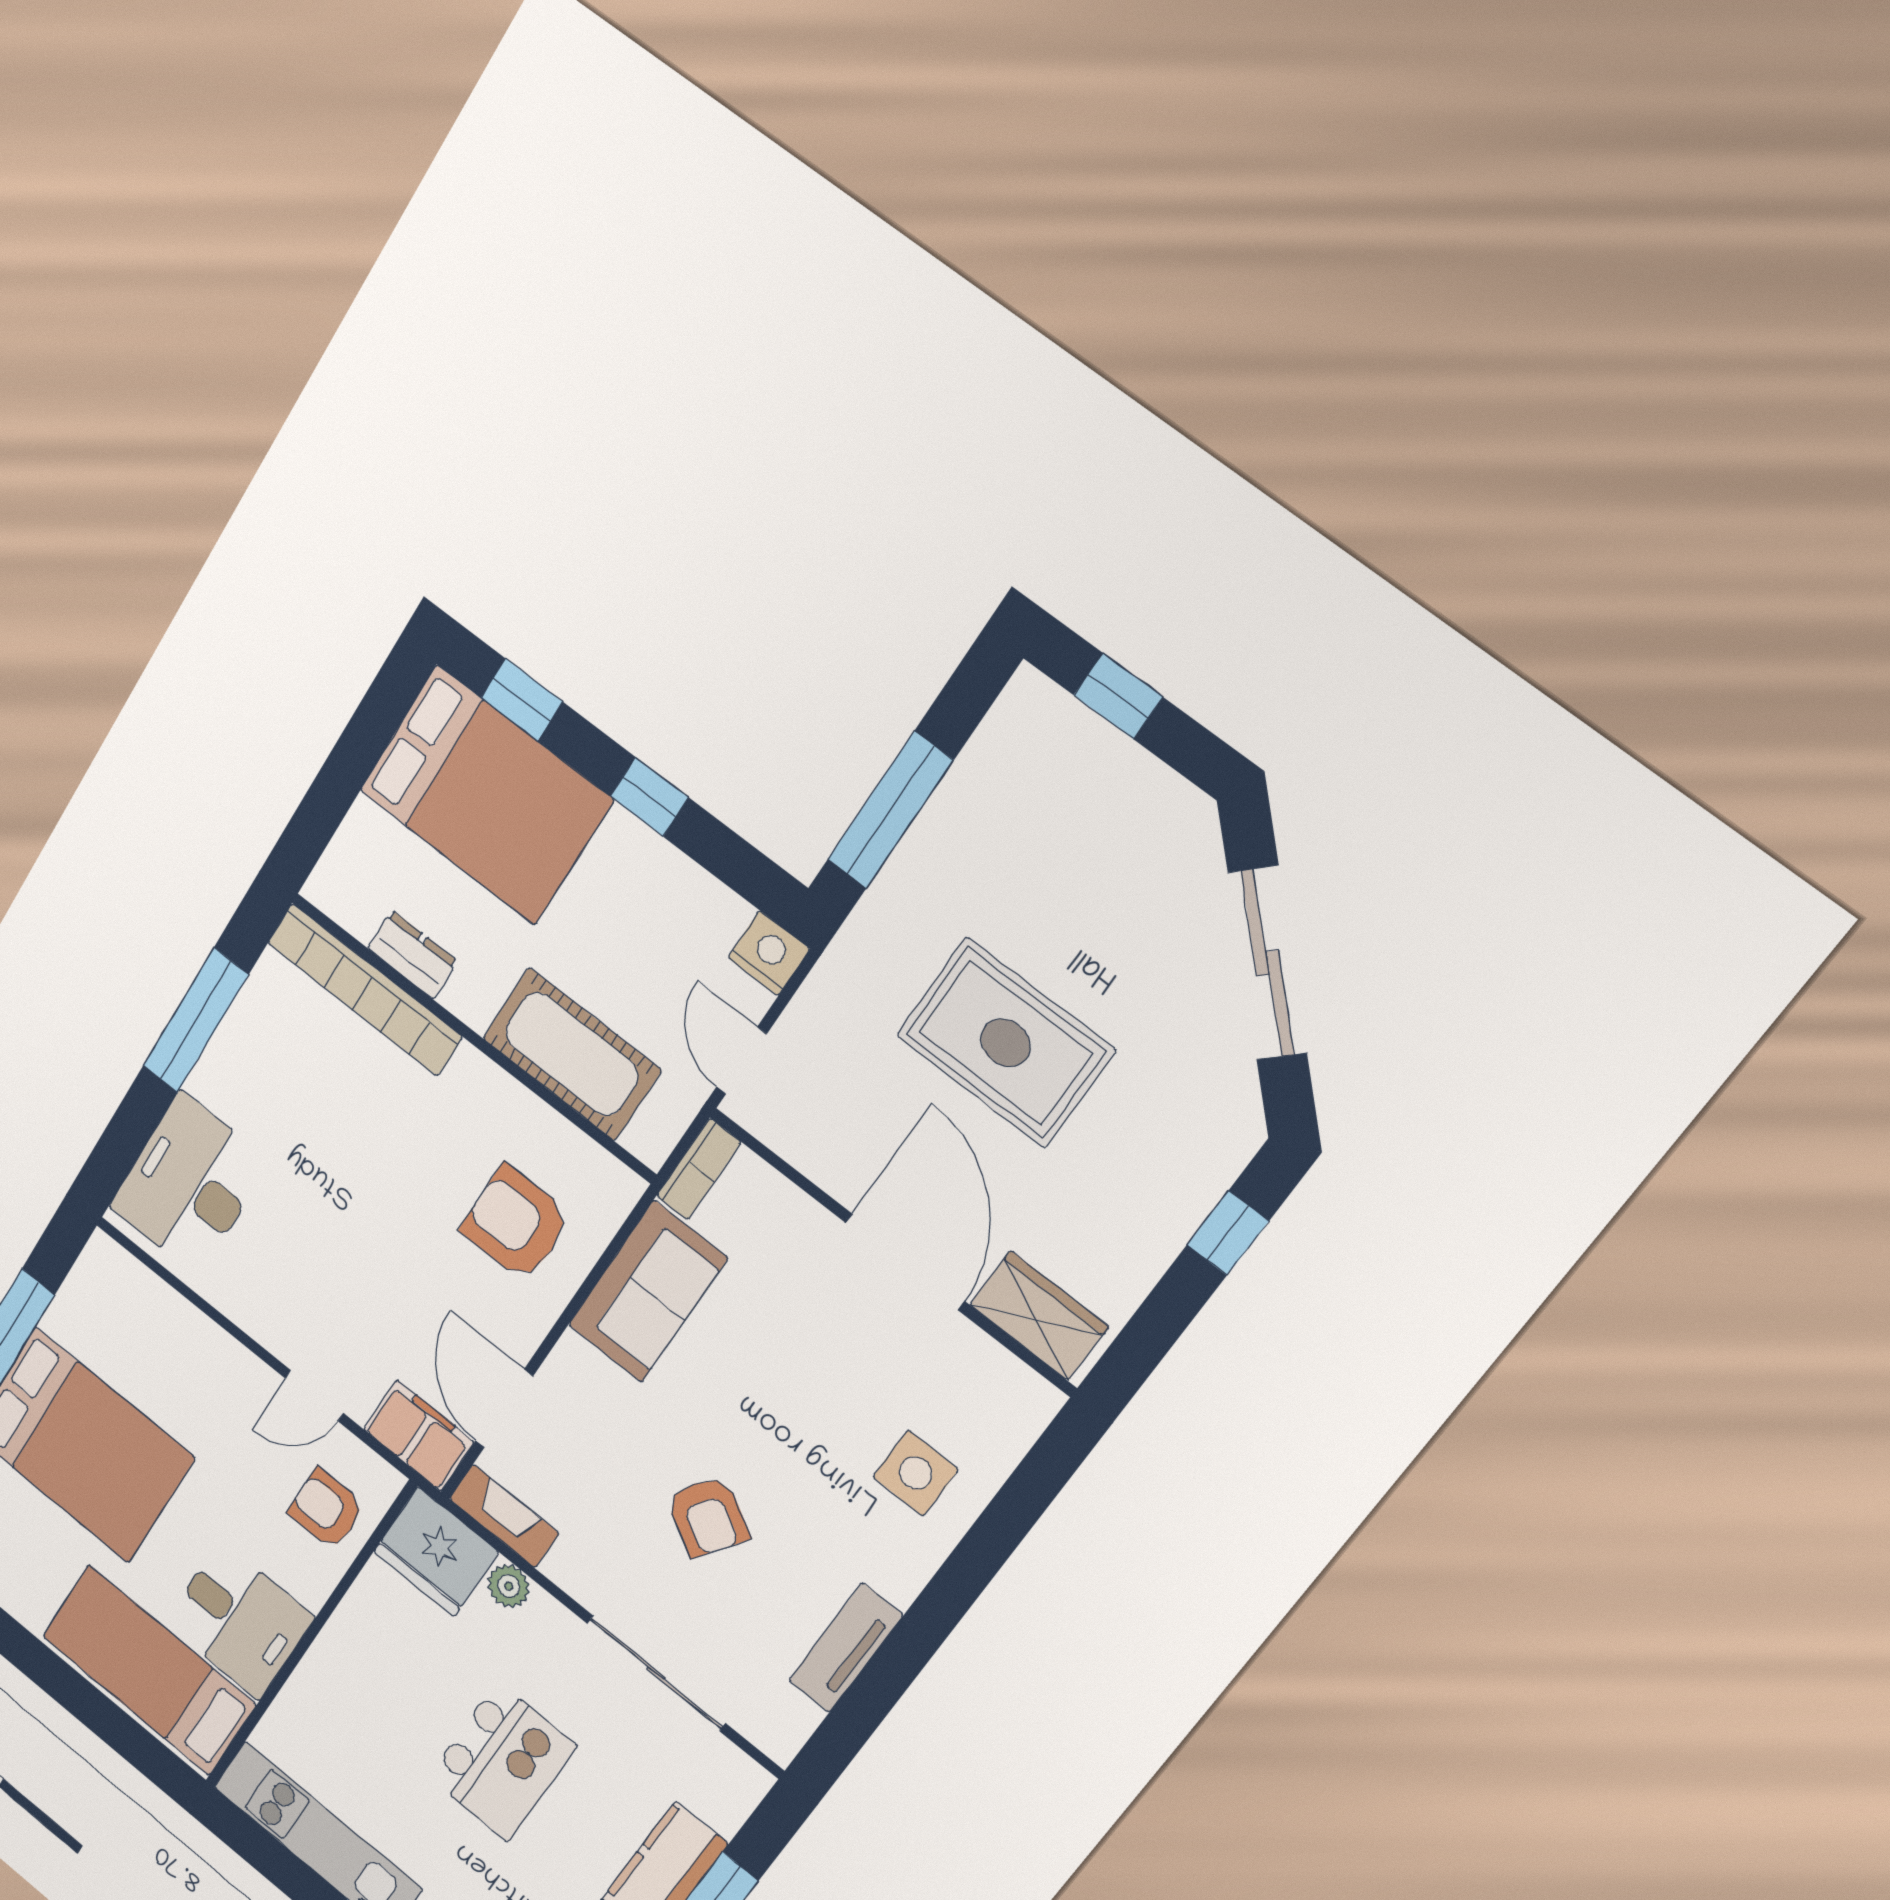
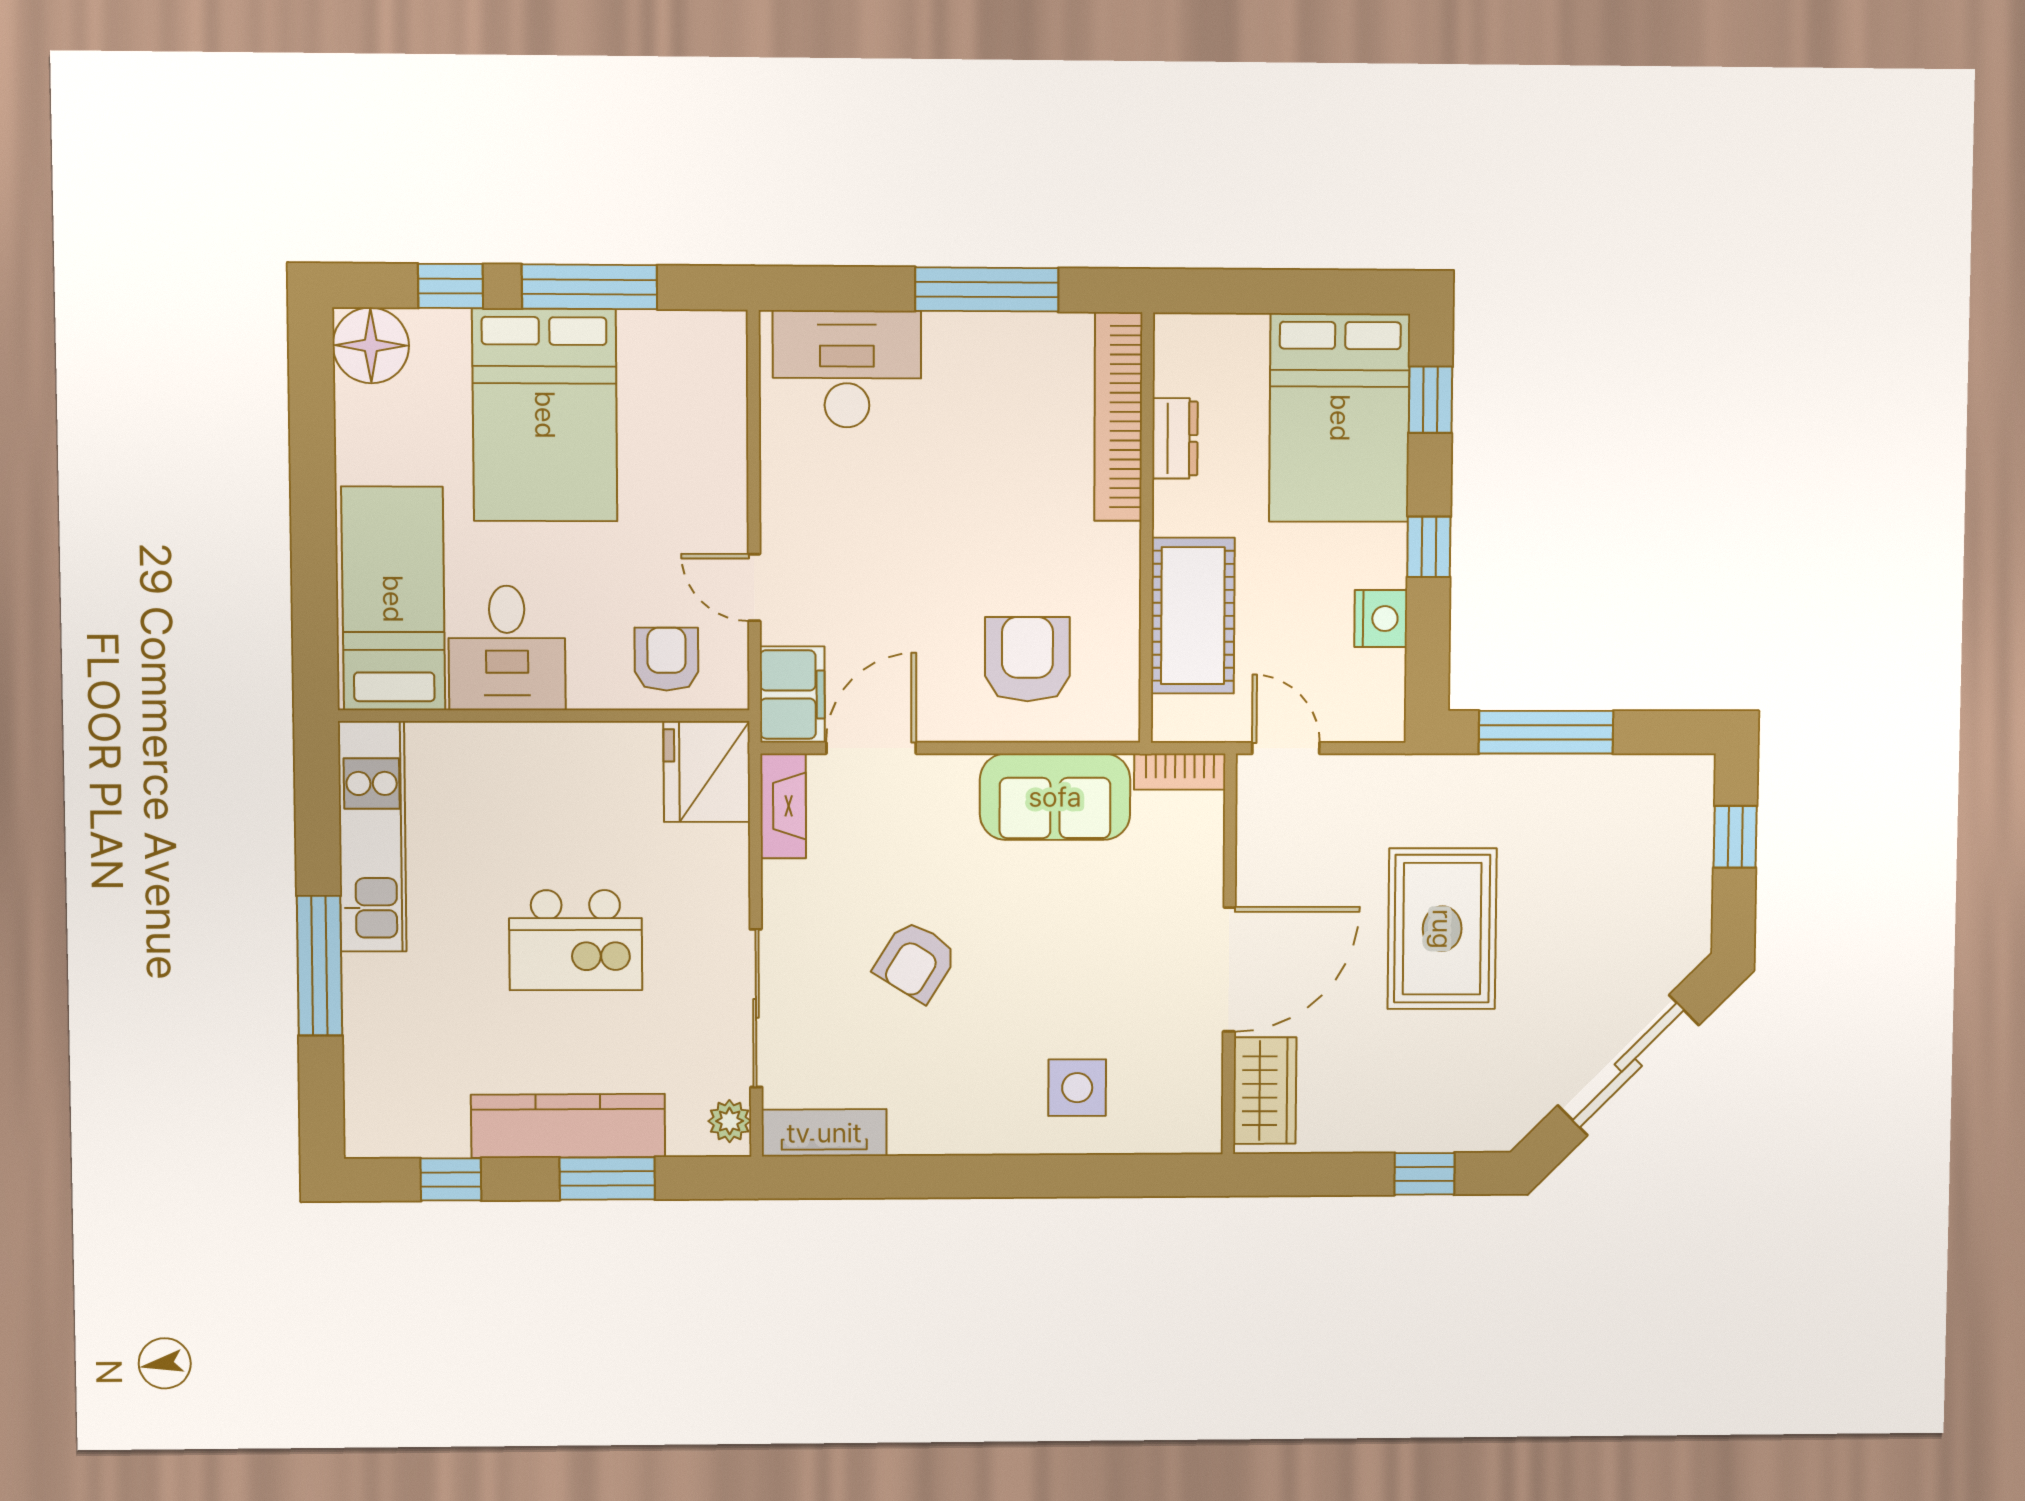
nightstand: (769, 953) -> (1381, 619), moved
door: (742, 1061) -> (1286, 748), hinge flipped
plant: (509, 1586) -> (730, 1121), moved
tv unit: (846, 1648) -> (824, 1133), moved

